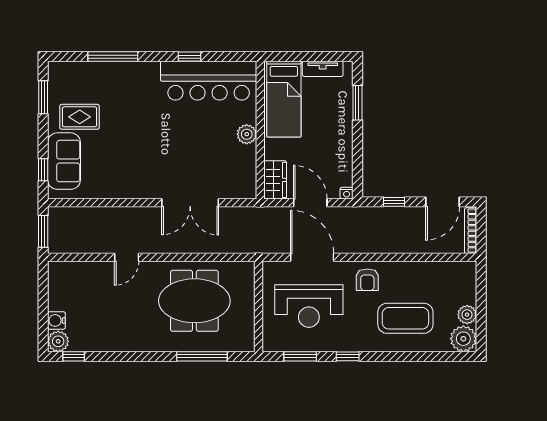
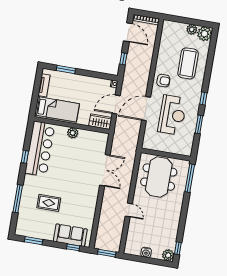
rug: (80, 117) -> (49, 203), moved, turned 90
wall: (258, 306) -> (166, 154), moved
water cooler: (56, 320) -> (146, 252), moved

